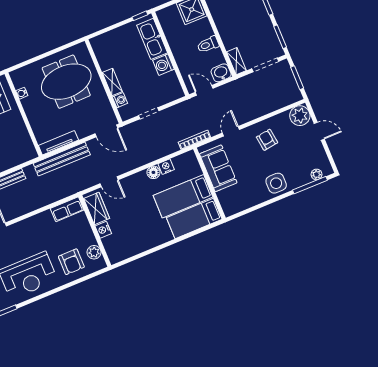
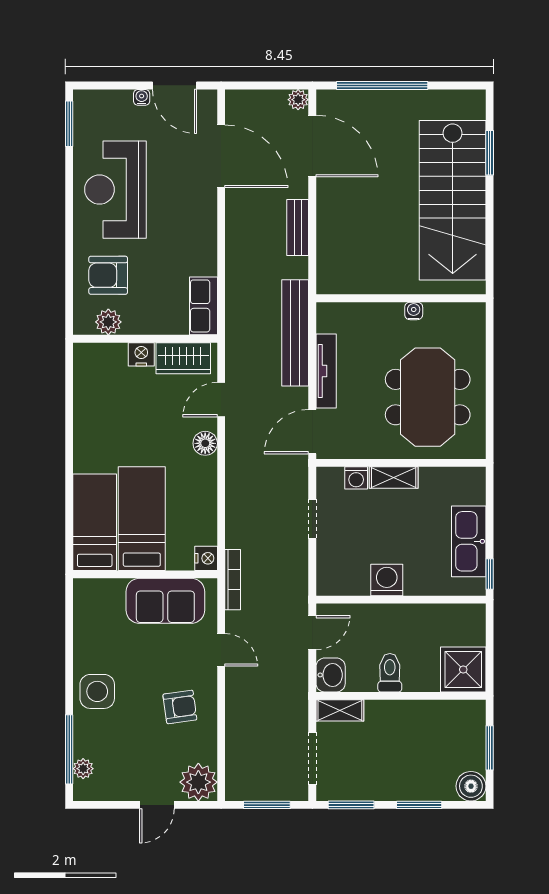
kitchen sink: (152, 39) -> (469, 541), moved, turned -90
water cooler: (22, 93) -> (414, 311), moved
tv unit: (58, 143) -> (326, 371), moved
nightstand: (166, 167) -> (206, 558), moved
floor lamp: (153, 172) -> (205, 443), moved

